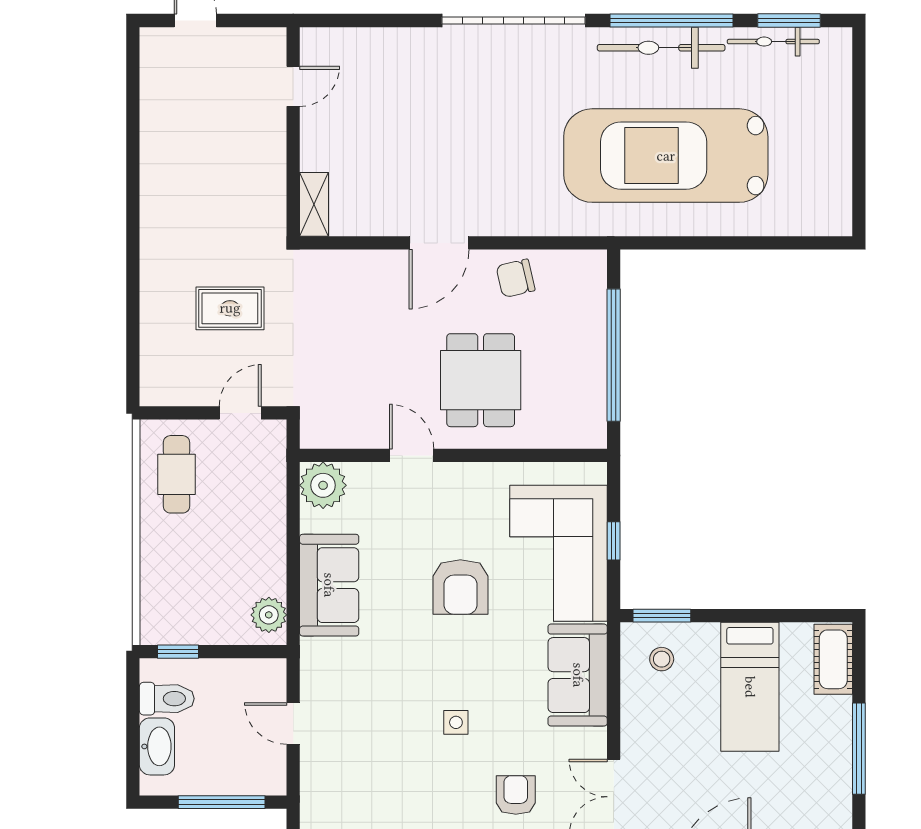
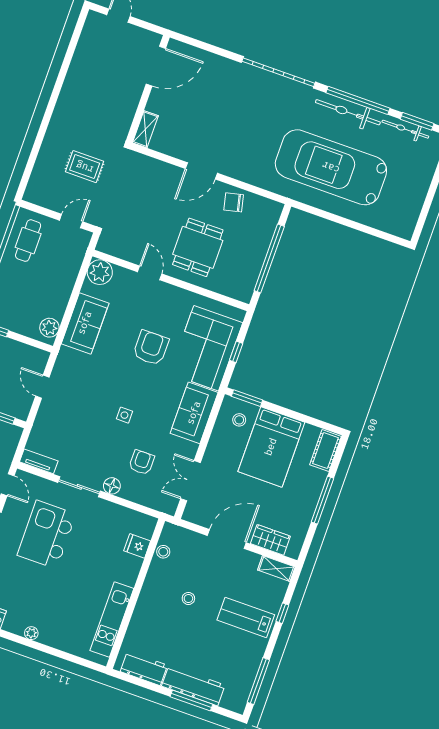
door: (293, 86) -> (156, 66), width x1.88
armchair: (460, 587) -> (151, 348), turned 180
bed: (750, 687) -> (271, 447), width x1.50

